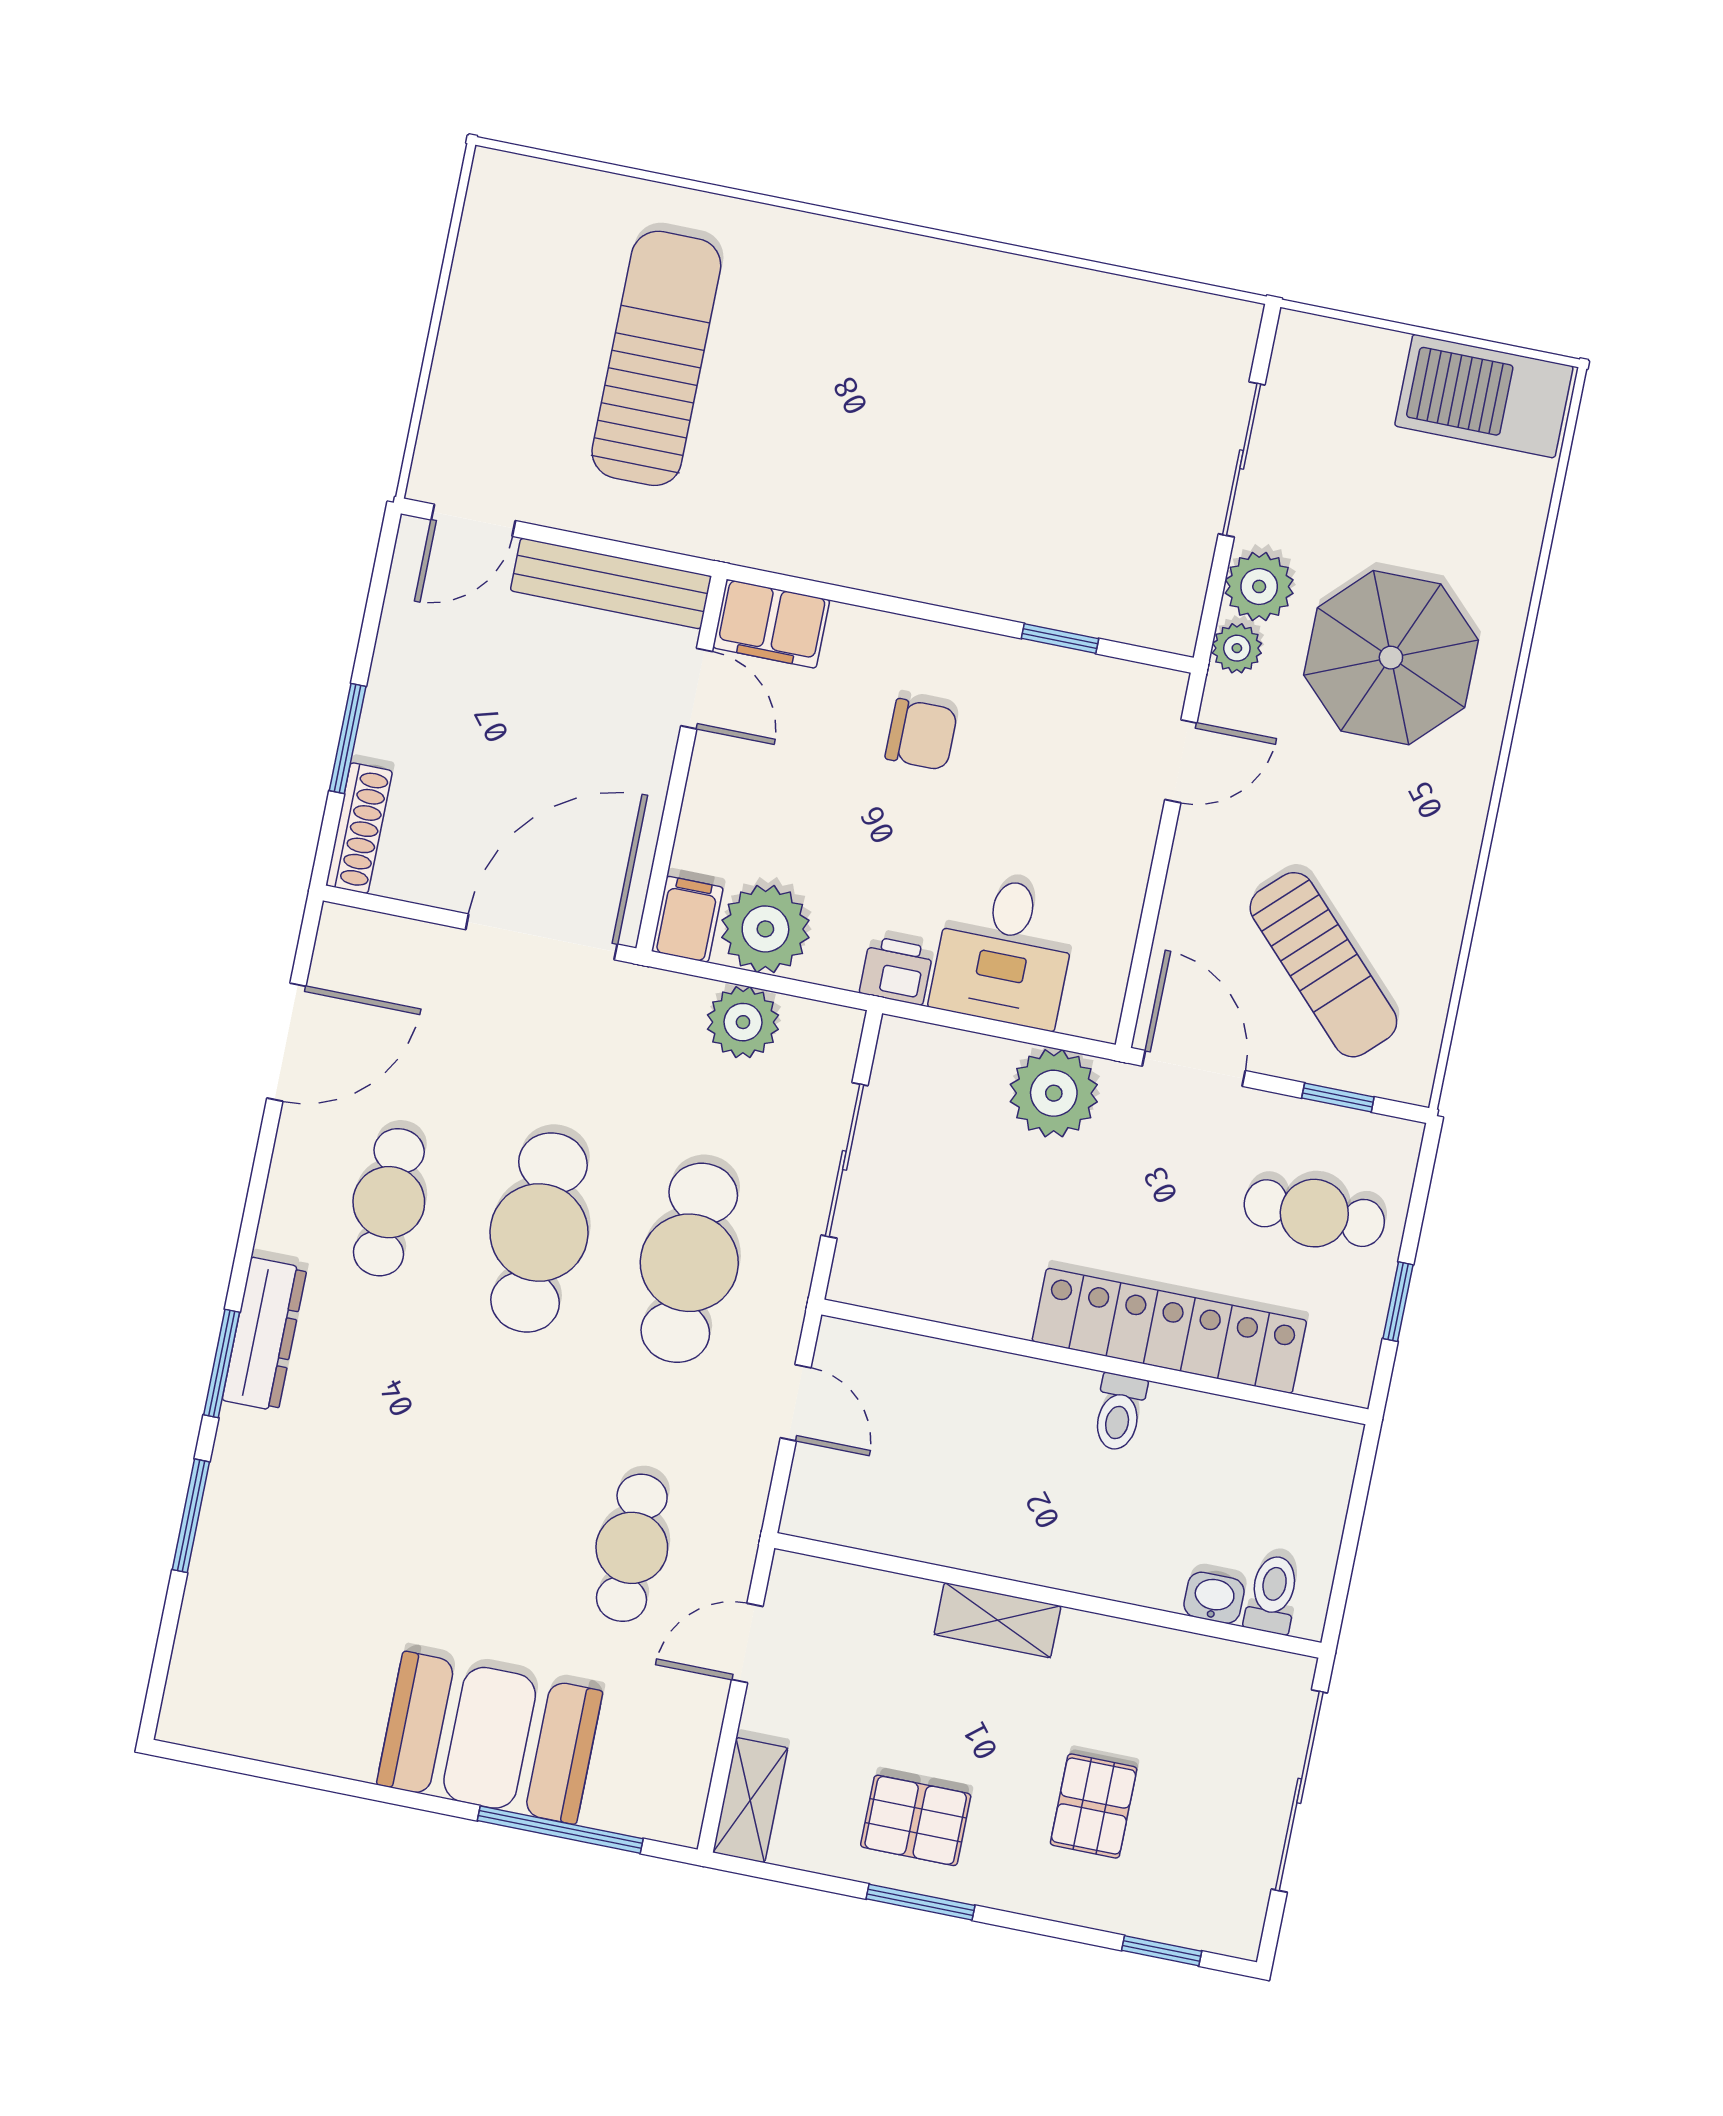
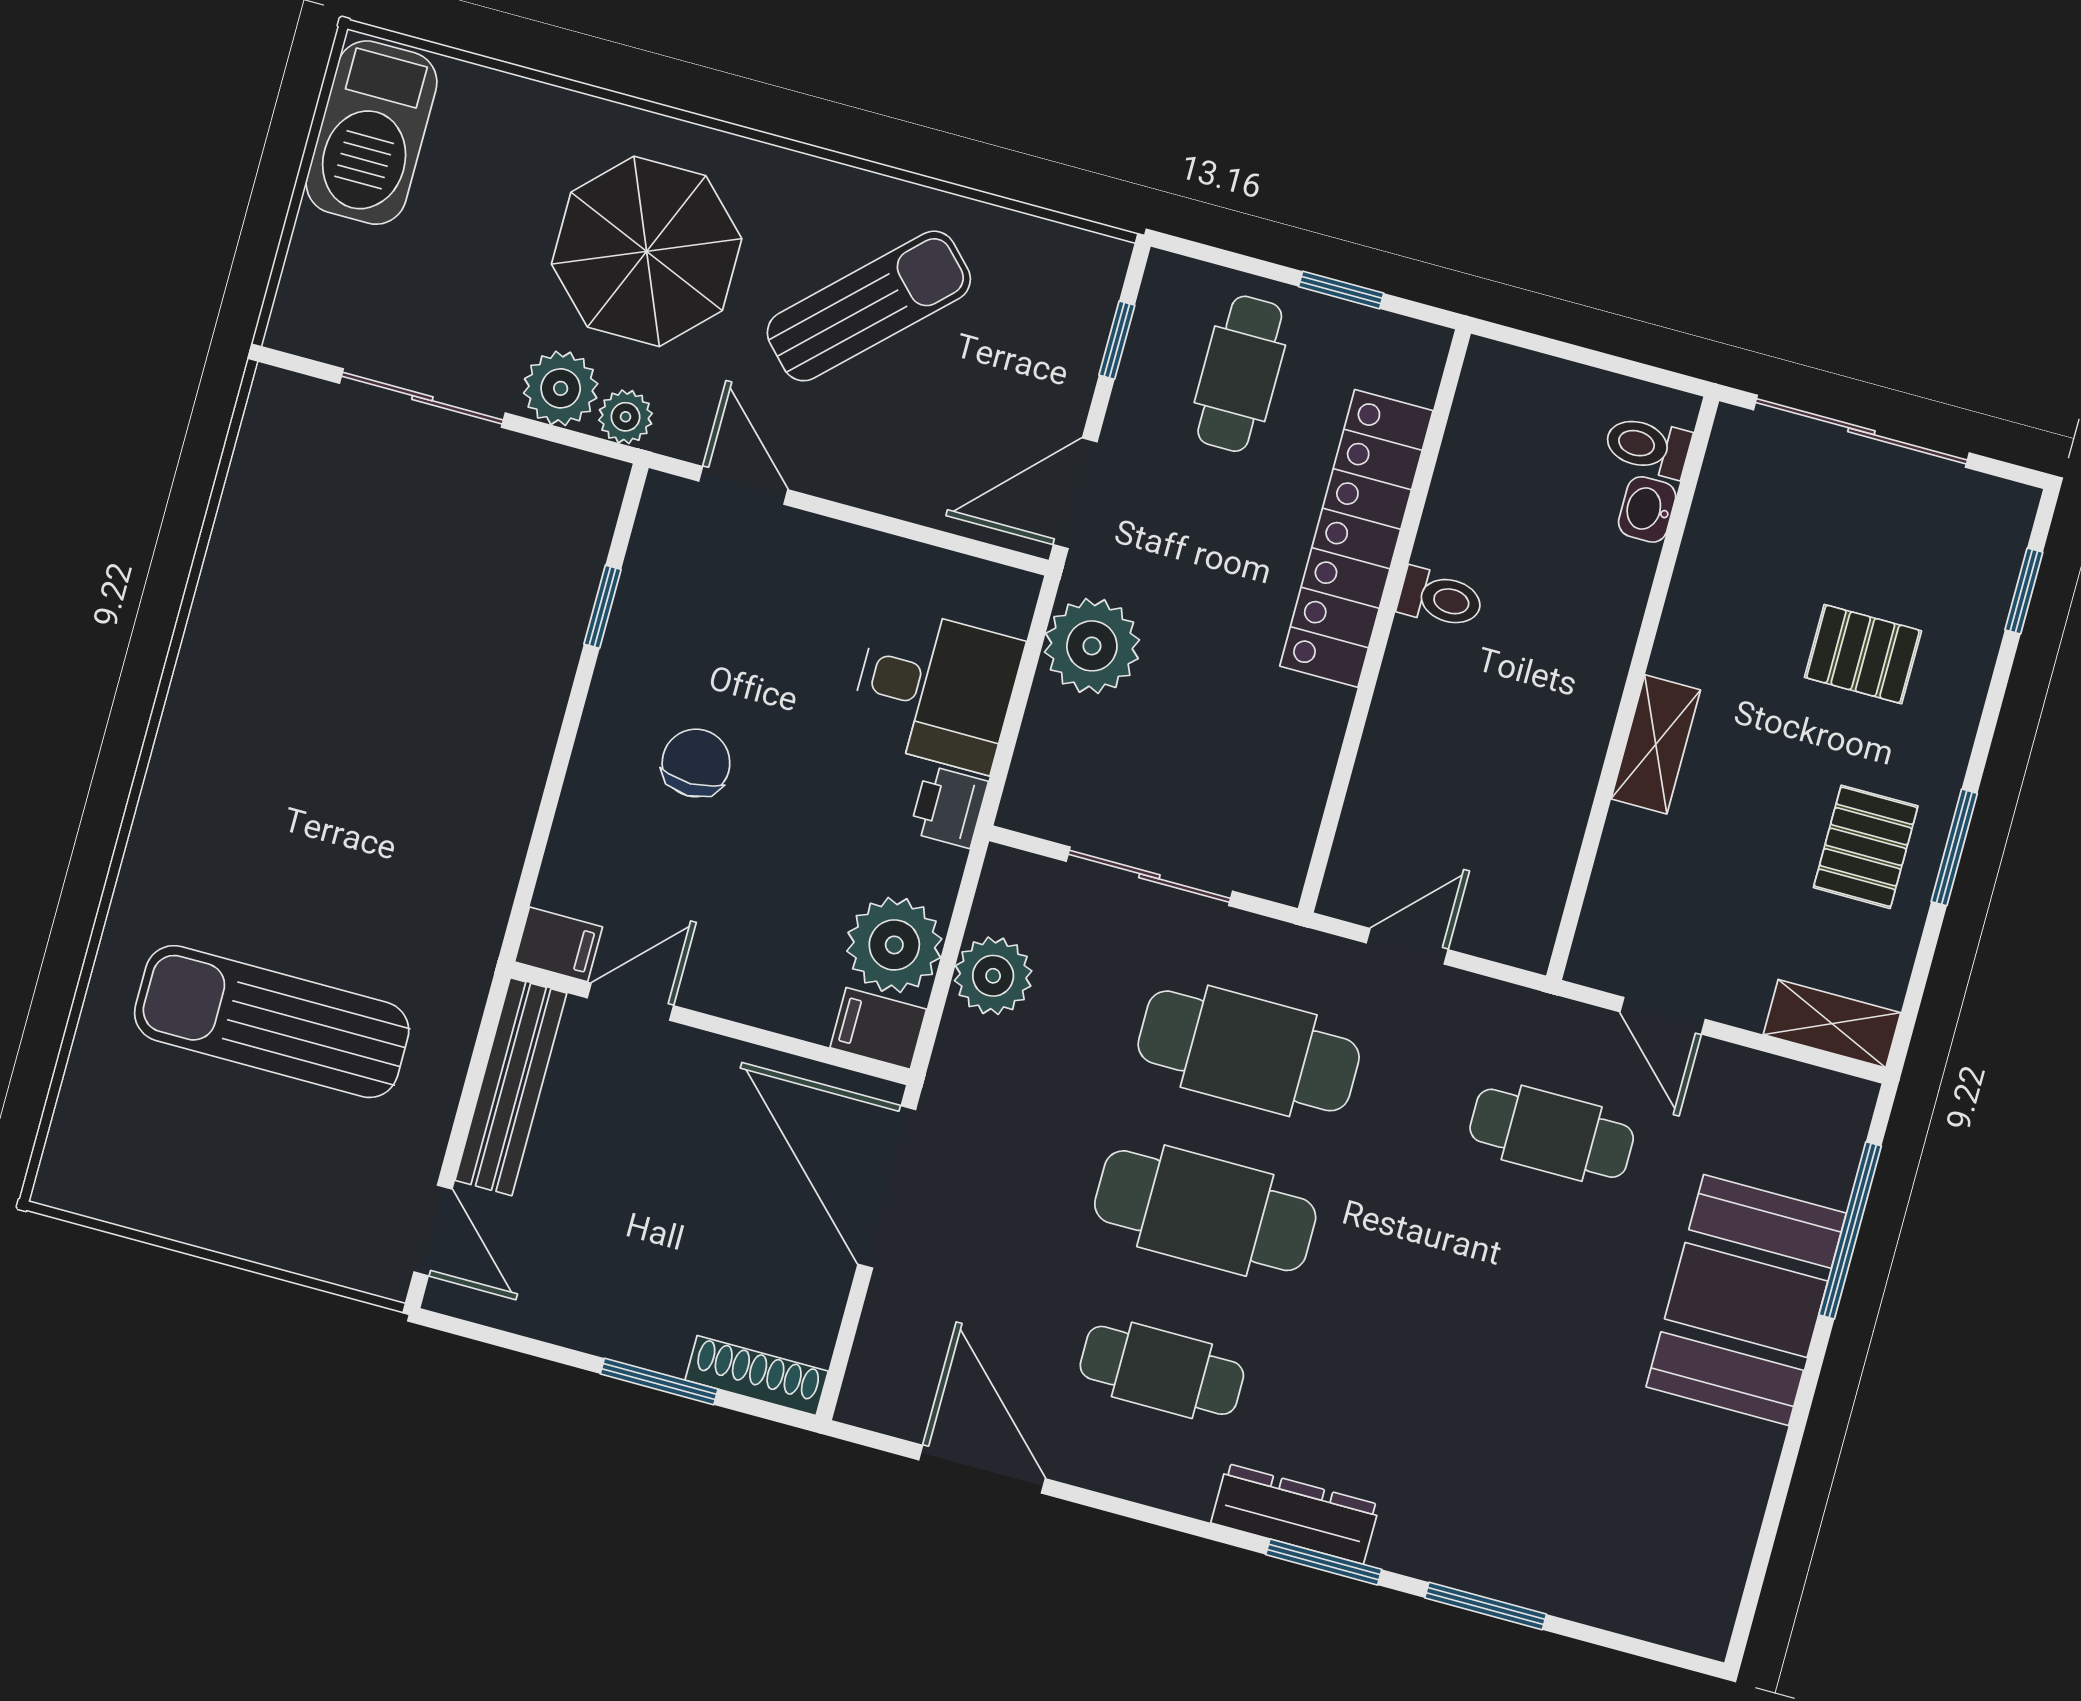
filing cabinet: (771, 624) -> (558, 944), width x0.50
sun lounger: (1323, 965) -> (869, 306), moved

